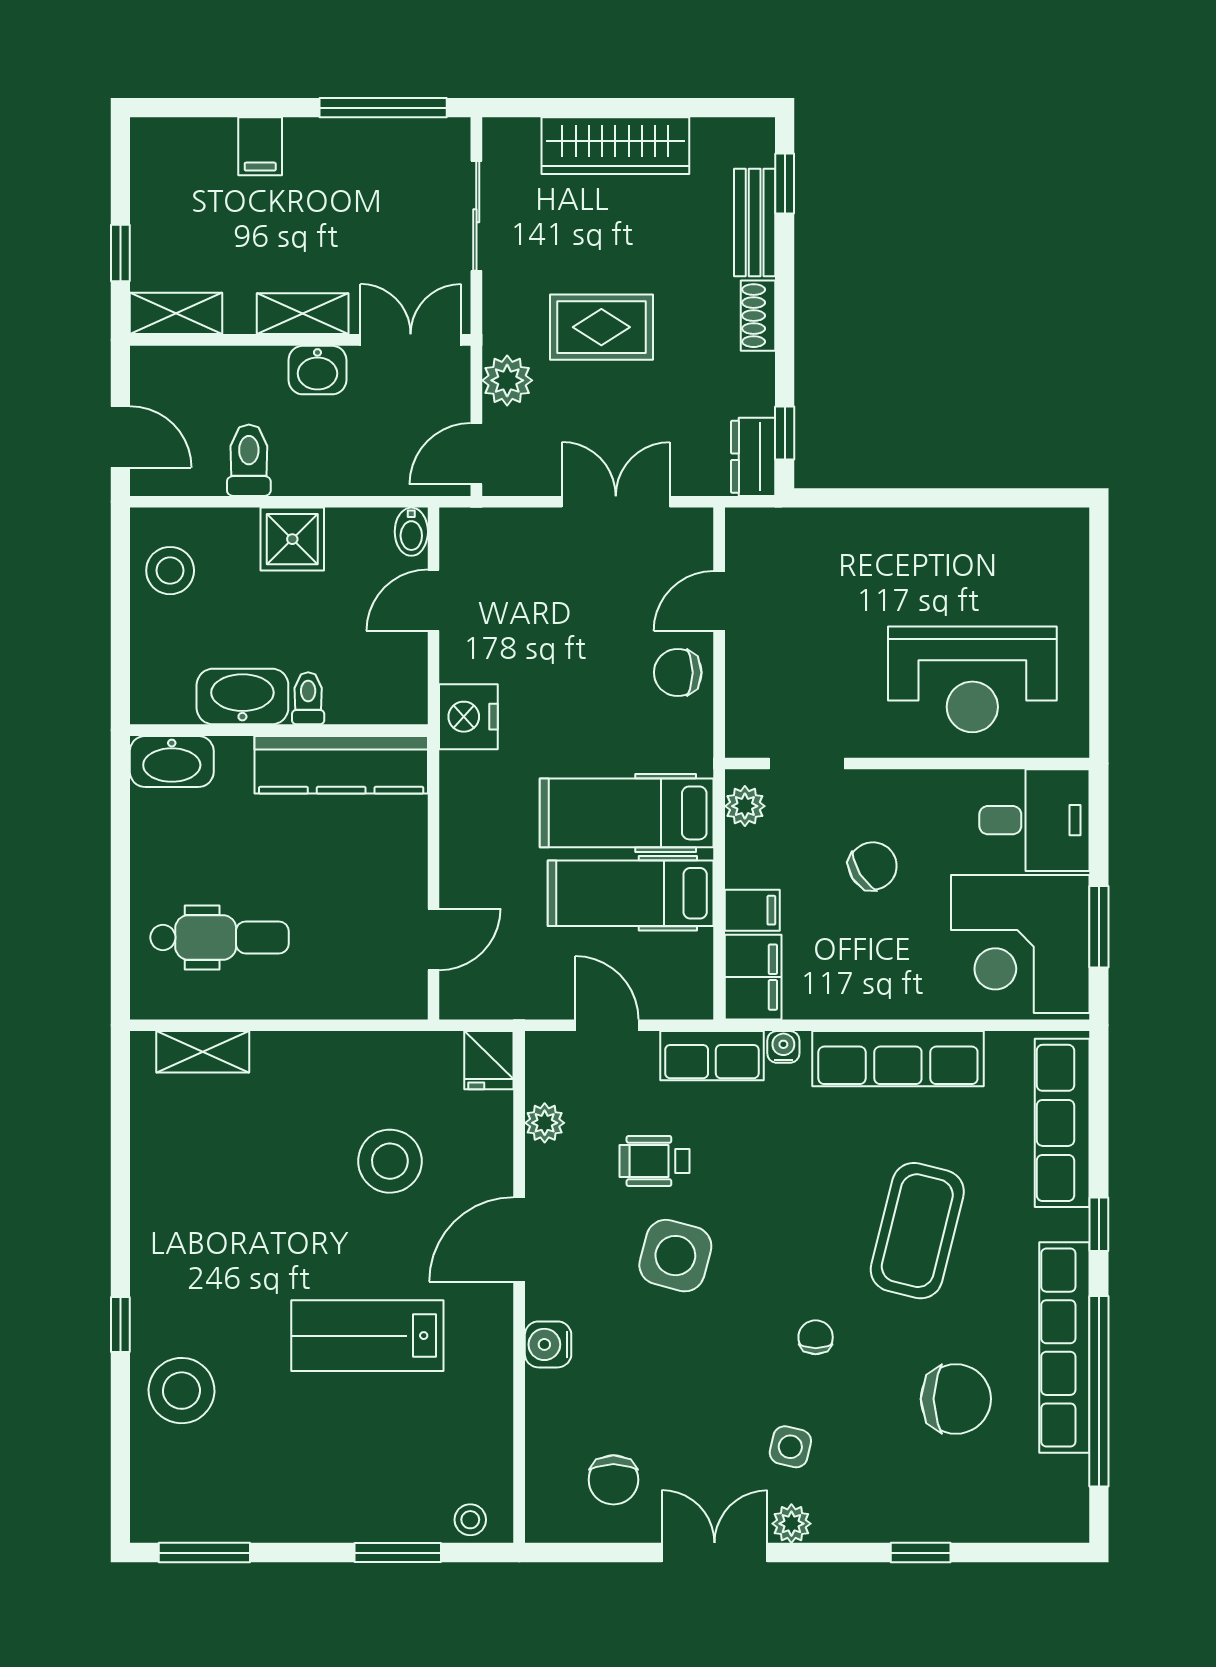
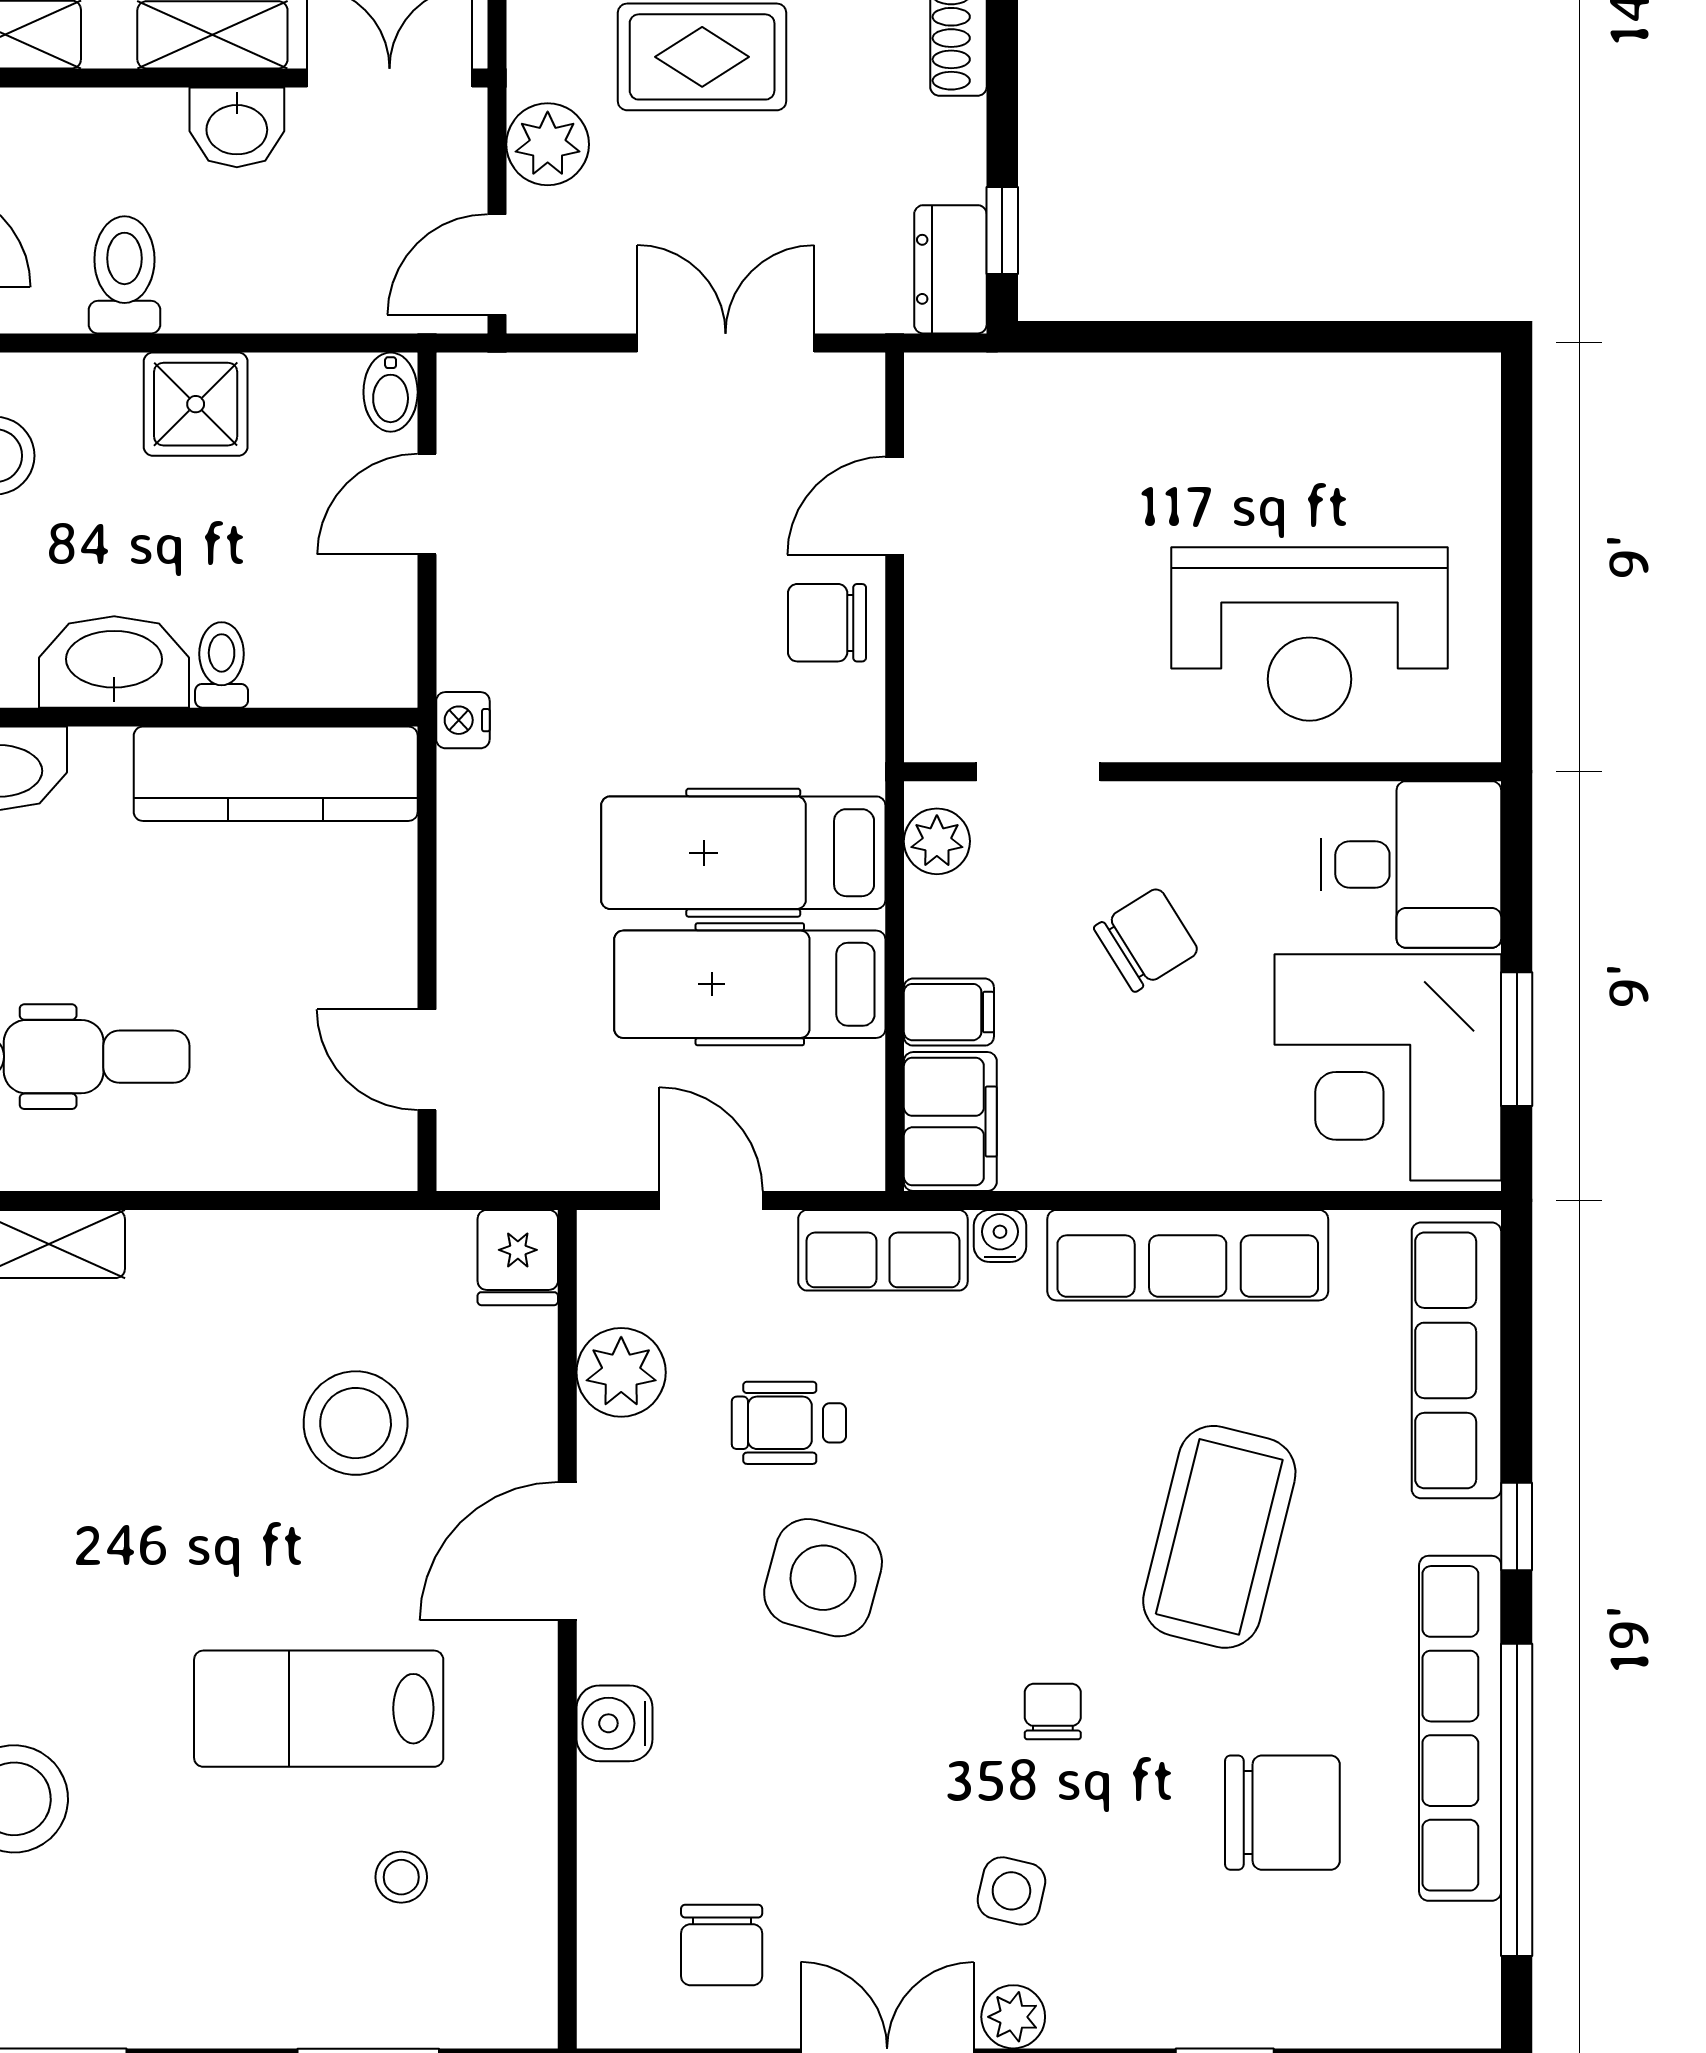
nightstand: (468, 717) -> (463, 720), width x0.53, depth x0.56
door: (434, 939) -> (427, 1060), swing flipped
plant: (545, 1123) -> (621, 1372), width x1.38, depth x1.38
stool: (470, 1520) -> (401, 1877), moved

